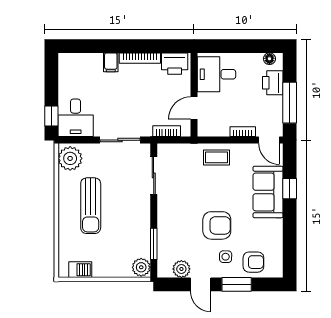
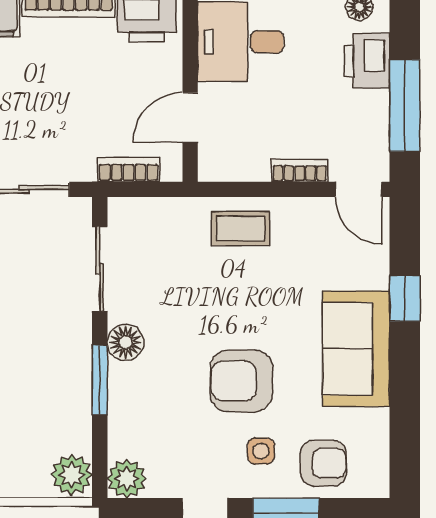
sofa: (268, 192) -> (356, 349), moved
floor lamp: (165, 208) -> (126, 342), added
armchair: (217, 225) -> (241, 381), turned 180
window: (154, 244) -> (100, 380), moved
plant: (181, 269) -> (127, 479), moved

